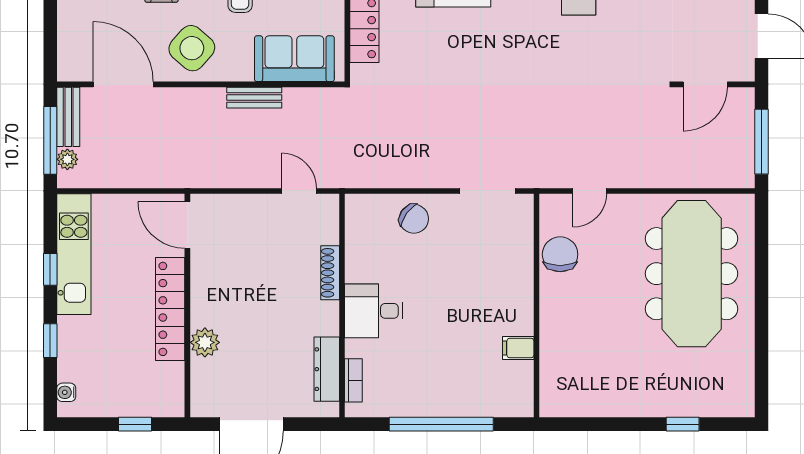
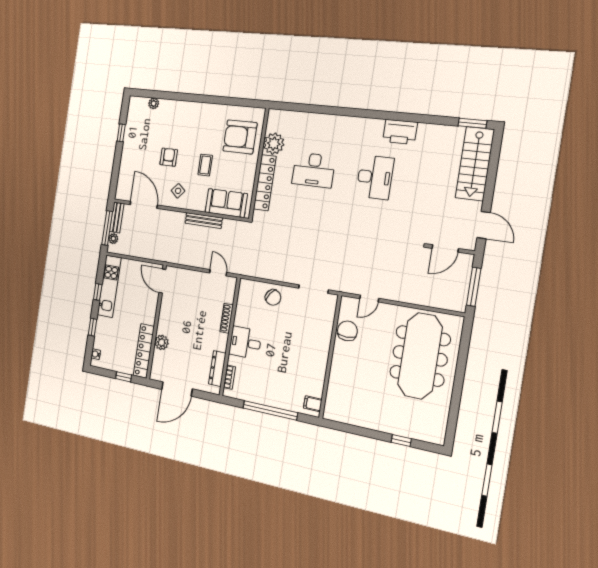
side table: (192, 48) -> (178, 191), width x0.54, depth x0.54
bench: (254, 98) -> (204, 221), width x1.36
locker: (170, 309) -> (144, 351), moved
filing cabinet: (518, 348) -> (313, 404), moved

